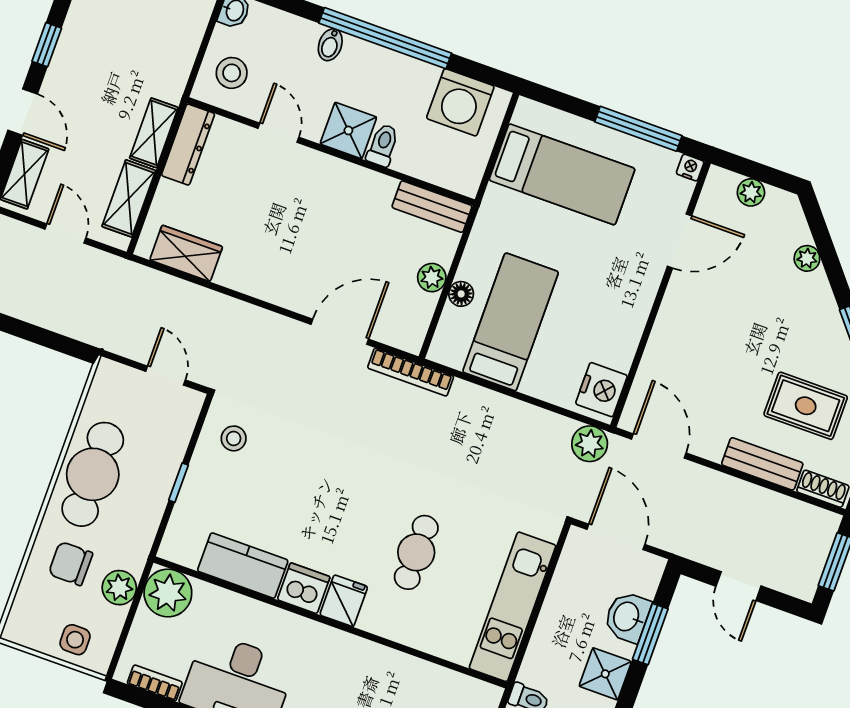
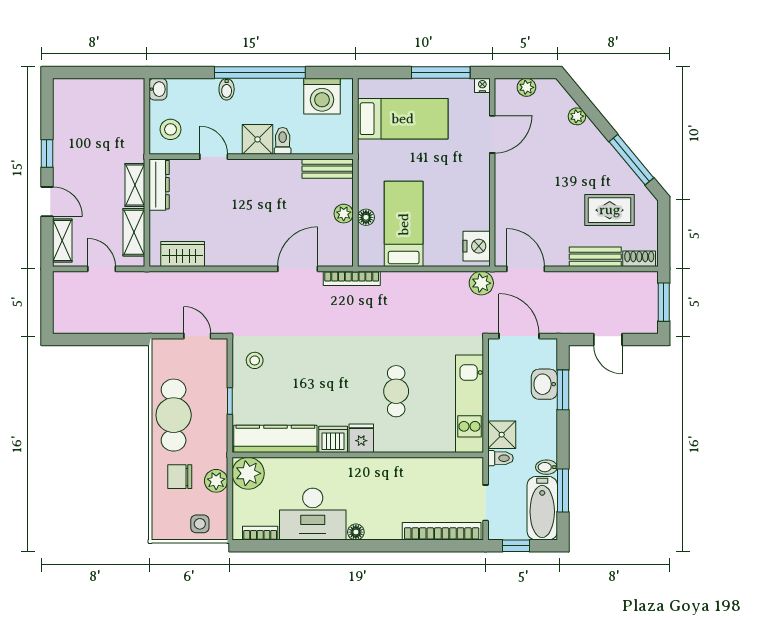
kitchen counter: (243, 566) -> (275, 439), width x1.50
shower: (605, 674) -> (502, 435), moved

